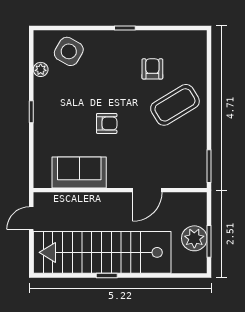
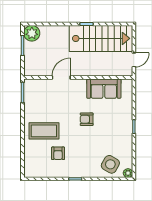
plant: (41, 69) -> (128, 173), moved
coffee table: (175, 105) -> (44, 131), turned 31
plant: (194, 238) -> (32, 33), moved
stairs: (102, 252) -> (101, 38), width x0.73

